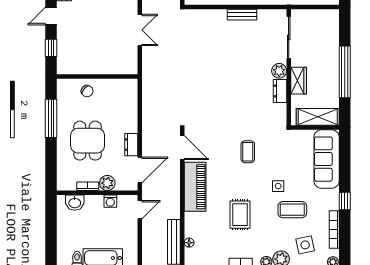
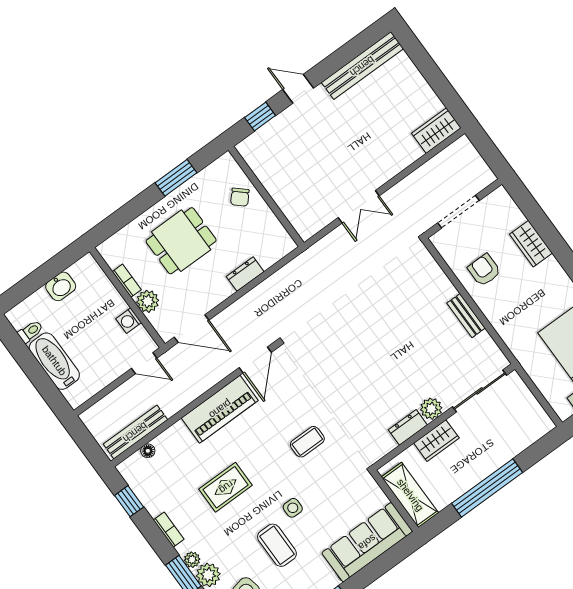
window: (51, 118) -> (176, 178), width x0.69
dresser: (131, 145) -> (245, 274), moved
washbasin: (75, 203) -> (61, 286), moved, turned -90

